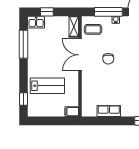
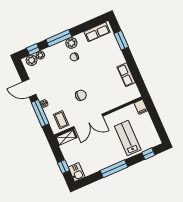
window: (23, 44) -> (114, 169), moved

